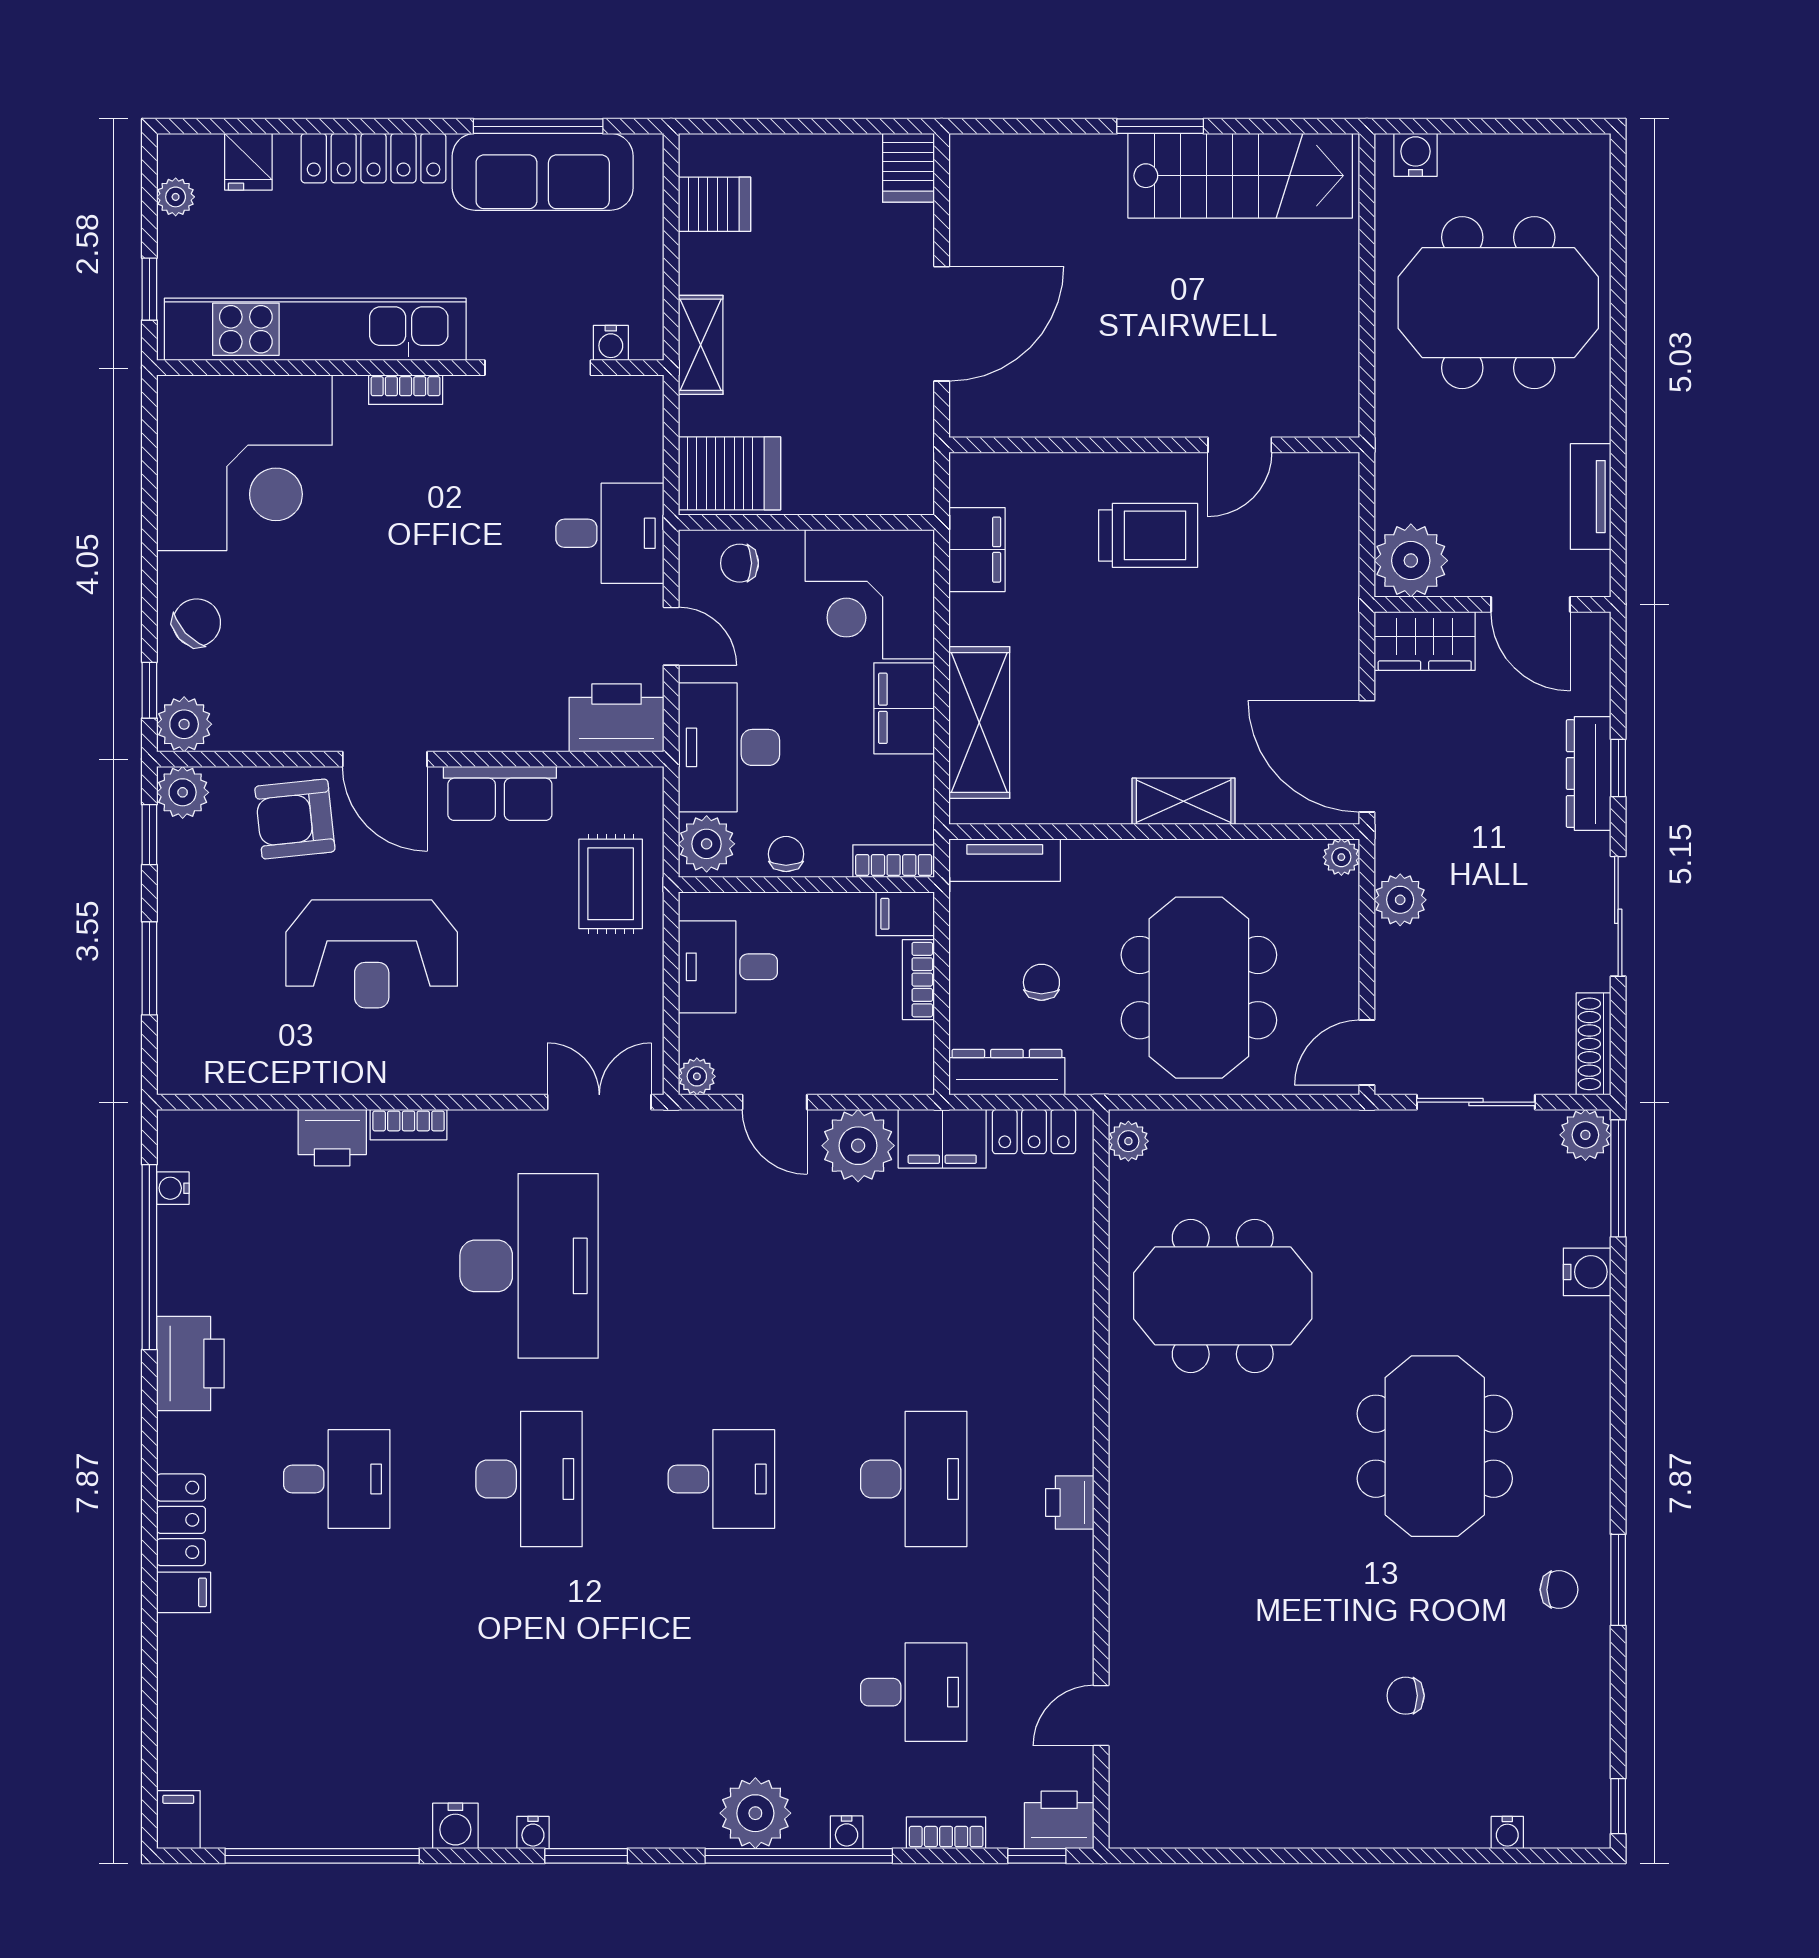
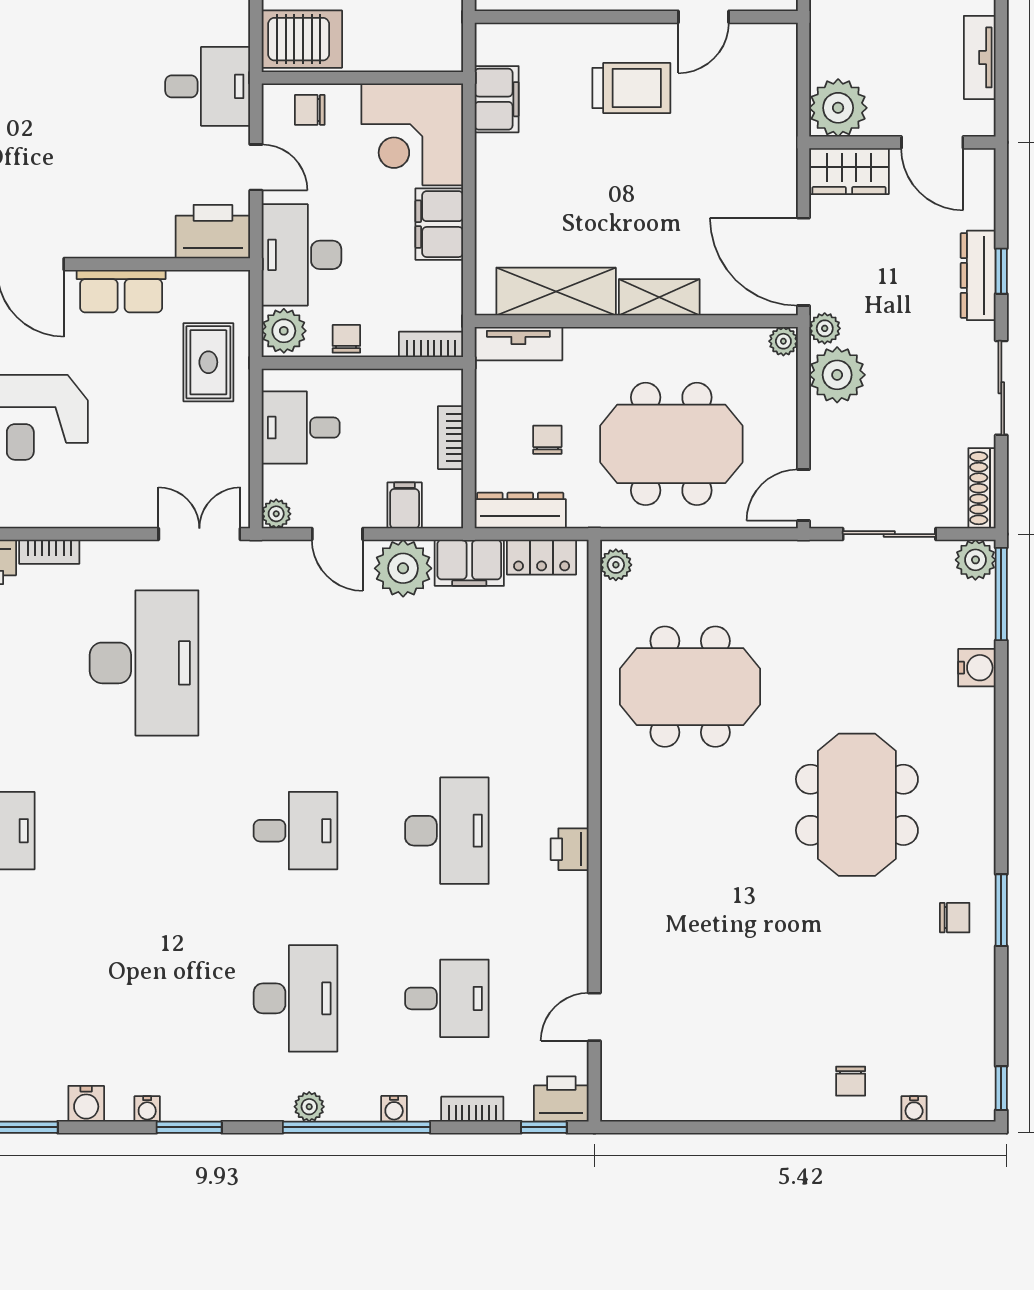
shelving: (979, 723) -> (556, 291), moved, turned 90
plant: (1394, 841) -> (825, 328), added
plant: (1400, 900) -> (837, 375), width x1.36, depth x1.36
filing cabinet: (905, 914) -> (405, 505), moved, turned 90
meeting table: (1199, 988) -> (671, 444), turned 90
desk: (529, 1479) -> (295, 998), moved
chair: (1406, 1696) -> (851, 1081), moved, turned -90
plant: (755, 1813) -> (309, 1107), width x0.53, depth x0.53

